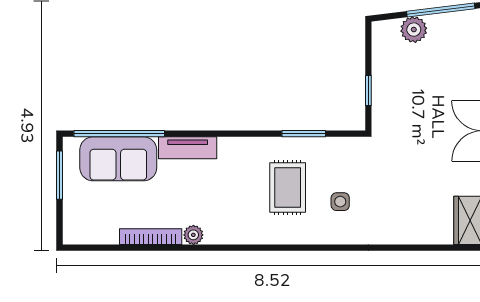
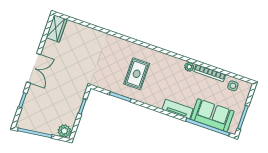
plant: (414, 30) -> (64, 131), moved
side table: (340, 202) -> (233, 86), moved

